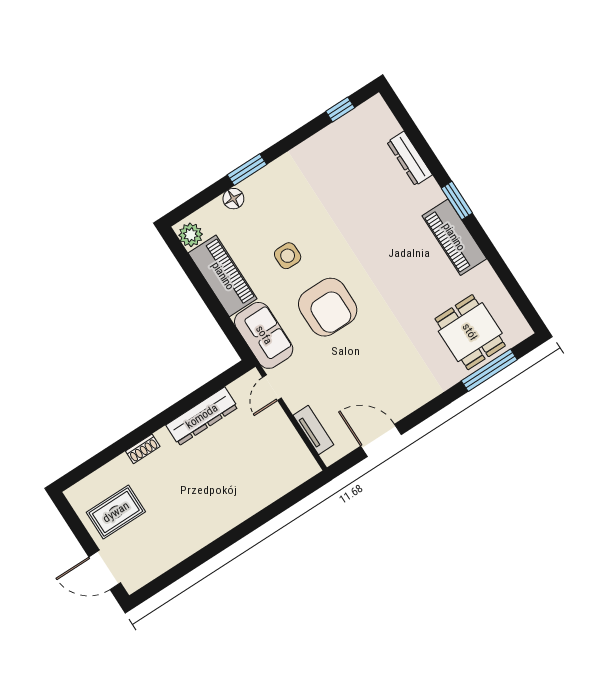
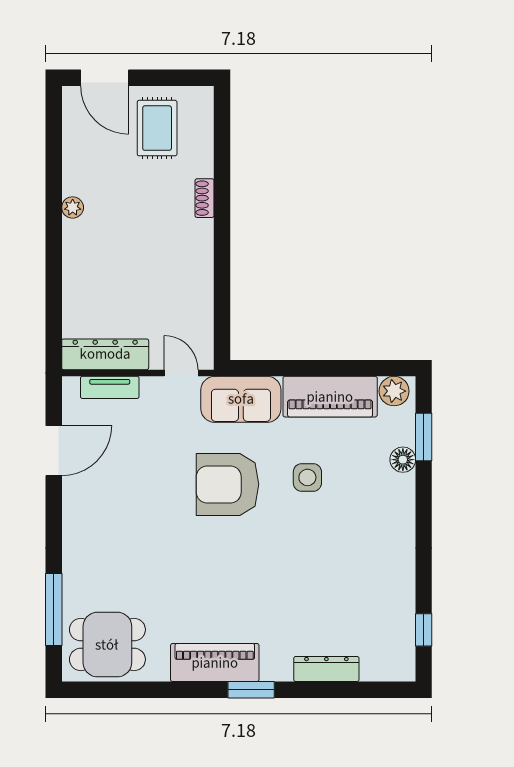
window: (247, 170) -> (424, 437), moved
dining table: (470, 332) -> (107, 645), moved
dresser: (202, 416) -> (105, 354), moved, turned 90
plant: (207, 535) -> (73, 207), added
door: (105, 570) -> (105, 78), swing flipped

